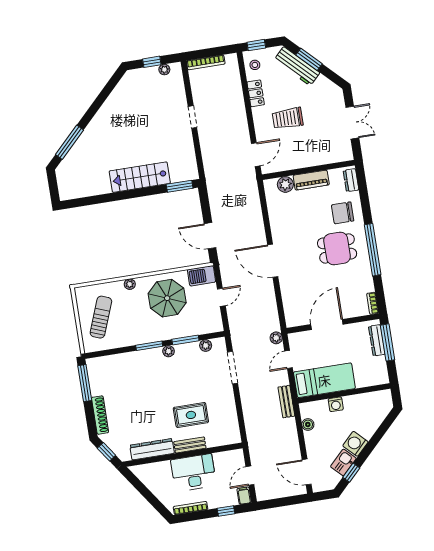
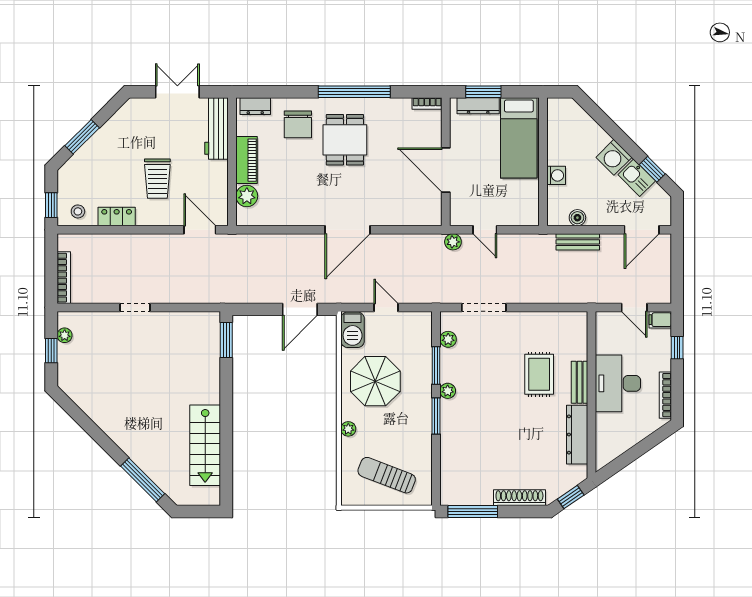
workbench: (297, 66) -> (217, 128), moved, turned 135
stairs: (140, 177) -> (205, 445), moved
window: (388, 342) -> (483, 92), width x0.69
bed: (324, 380) -> (519, 138), moved, turned 180
bench: (286, 402) -> (578, 242), moved

